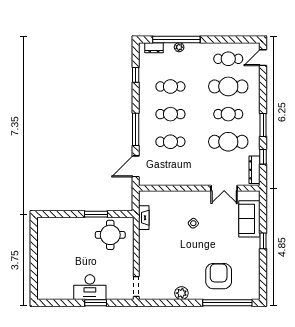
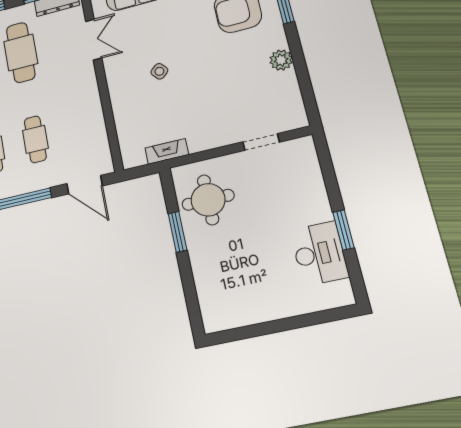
desk: (90, 287) -> (319, 253), moved
doorway: (136, 287) -> (261, 142), moved
window: (96, 303) -> (343, 230), moved

